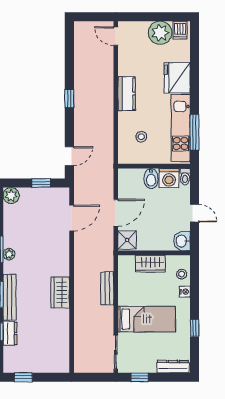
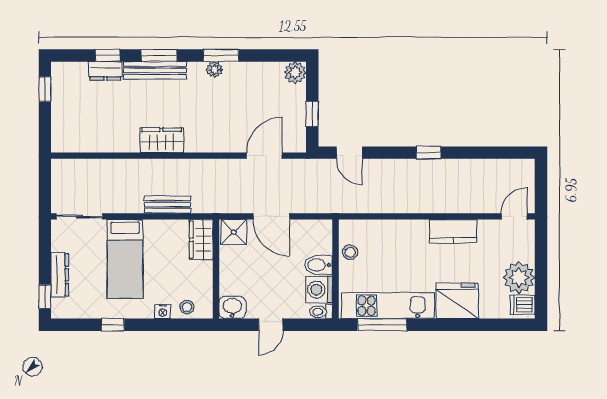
kitchen counter: (127, 94) -> (453, 231), moved
stool: (141, 137) -> (350, 252), moved
door: (72, 218) -> (264, 156), swing flipped
wardrobe: (150, 264) -> (201, 240), moved
dresser: (173, 367) -> (60, 275), moved
window: (140, 377) -> (45, 297), moved

